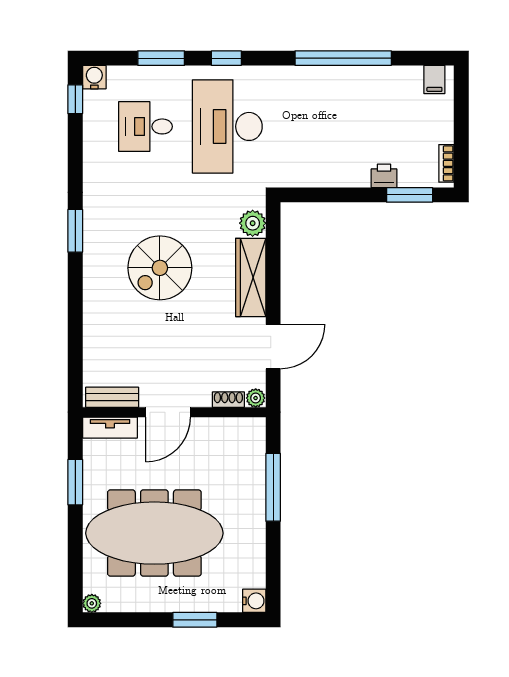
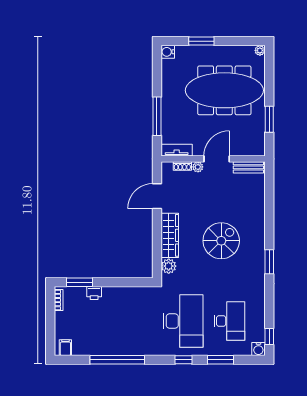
desk: (145, 126) -> (229, 321), width x1.37
plant: (256, 398) -> (198, 167), moved
tv unit: (110, 428) -> (177, 150), moved

